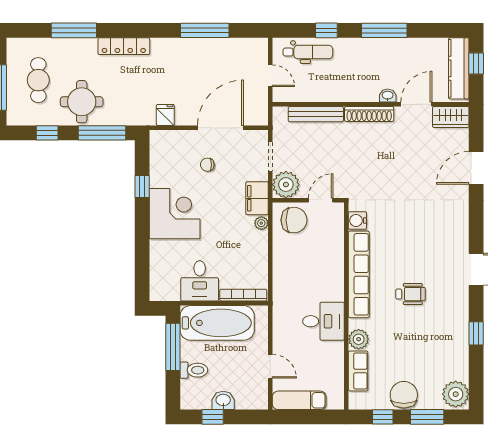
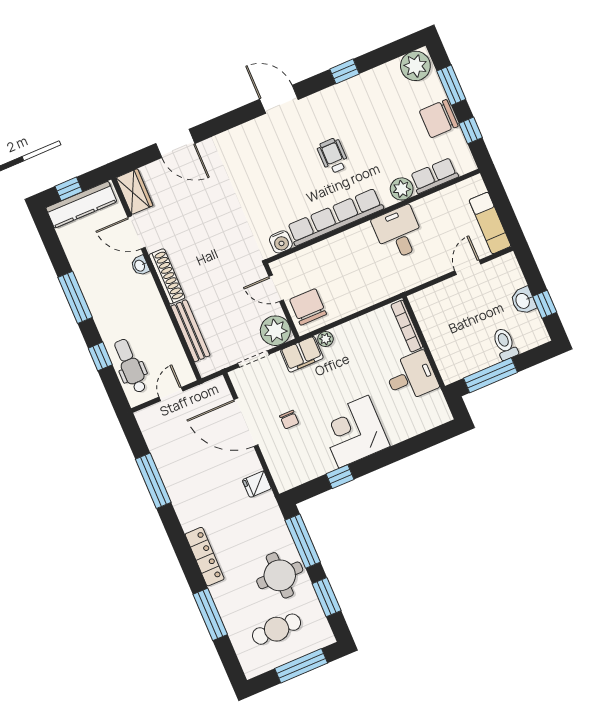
window: (47, 133) -> (327, 597), width x1.50
bathtub: (217, 323) -> (447, 341), removed

